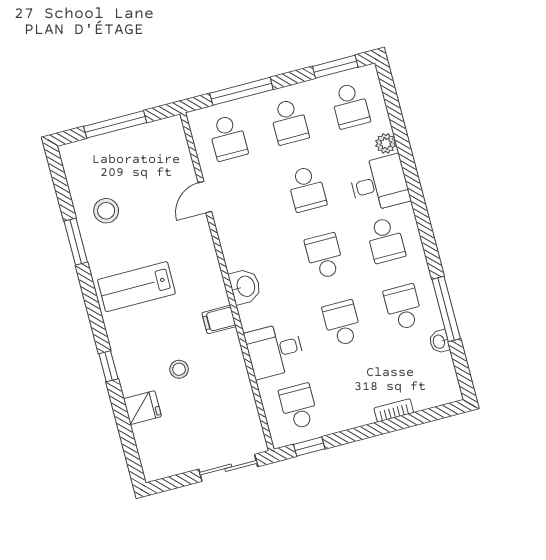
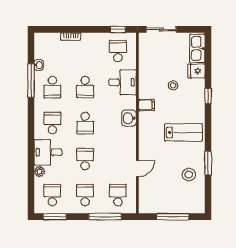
school desk: (299, 406) -> (118, 51), turned 180
kitchen sink: (152, 450) -> (197, 48), added

